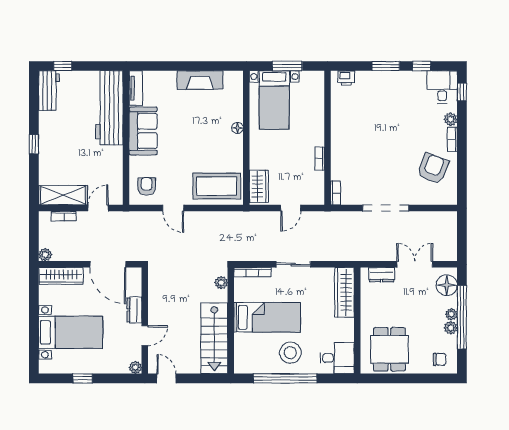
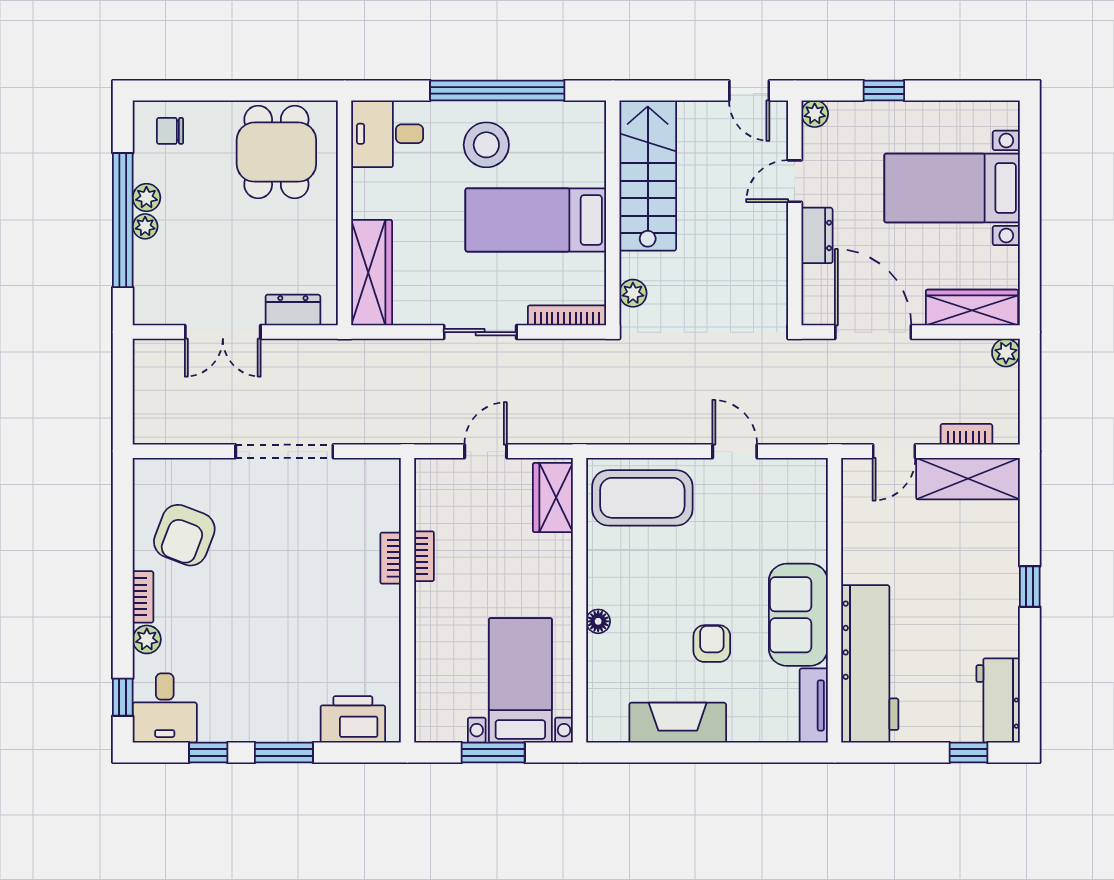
printer: (346, 78) -> (353, 719), width x1.87, depth x1.48
armchair: (147, 186) -> (712, 644), moved, turned 180
bookcase: (336, 193) -> (391, 558), moved
floor lamp: (447, 285) -> (155, 288), removed
window: (83, 378) -> (884, 90), moved

